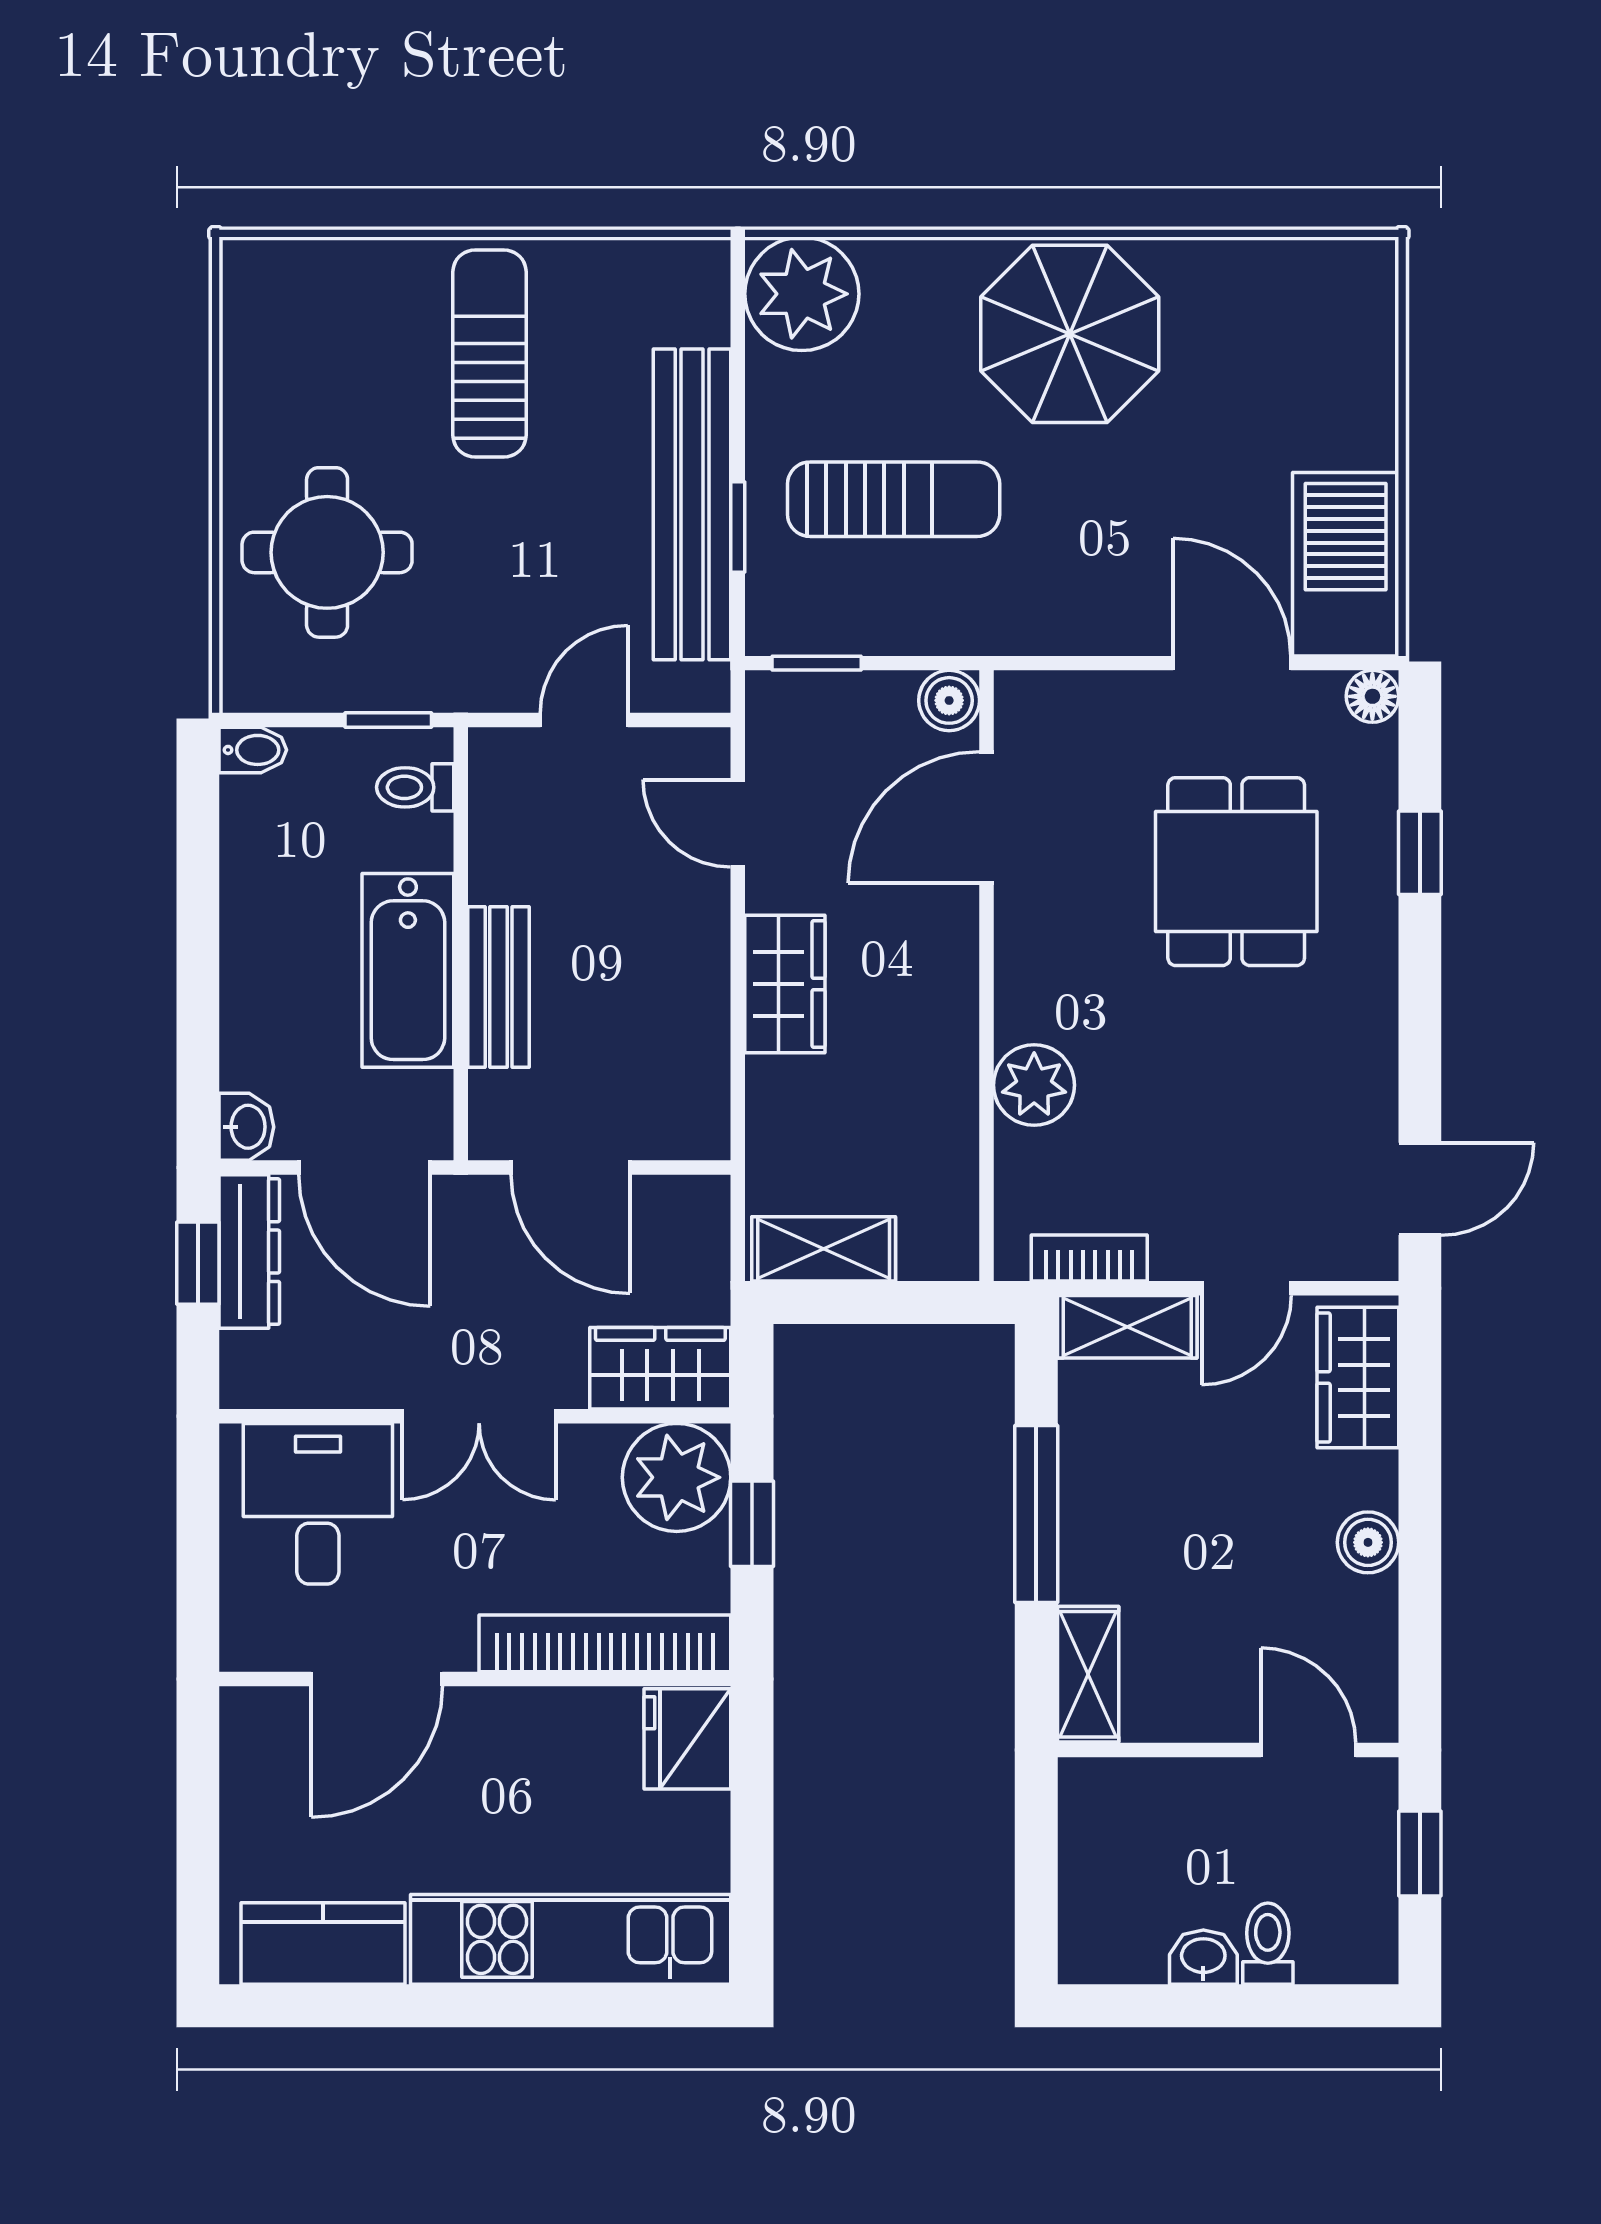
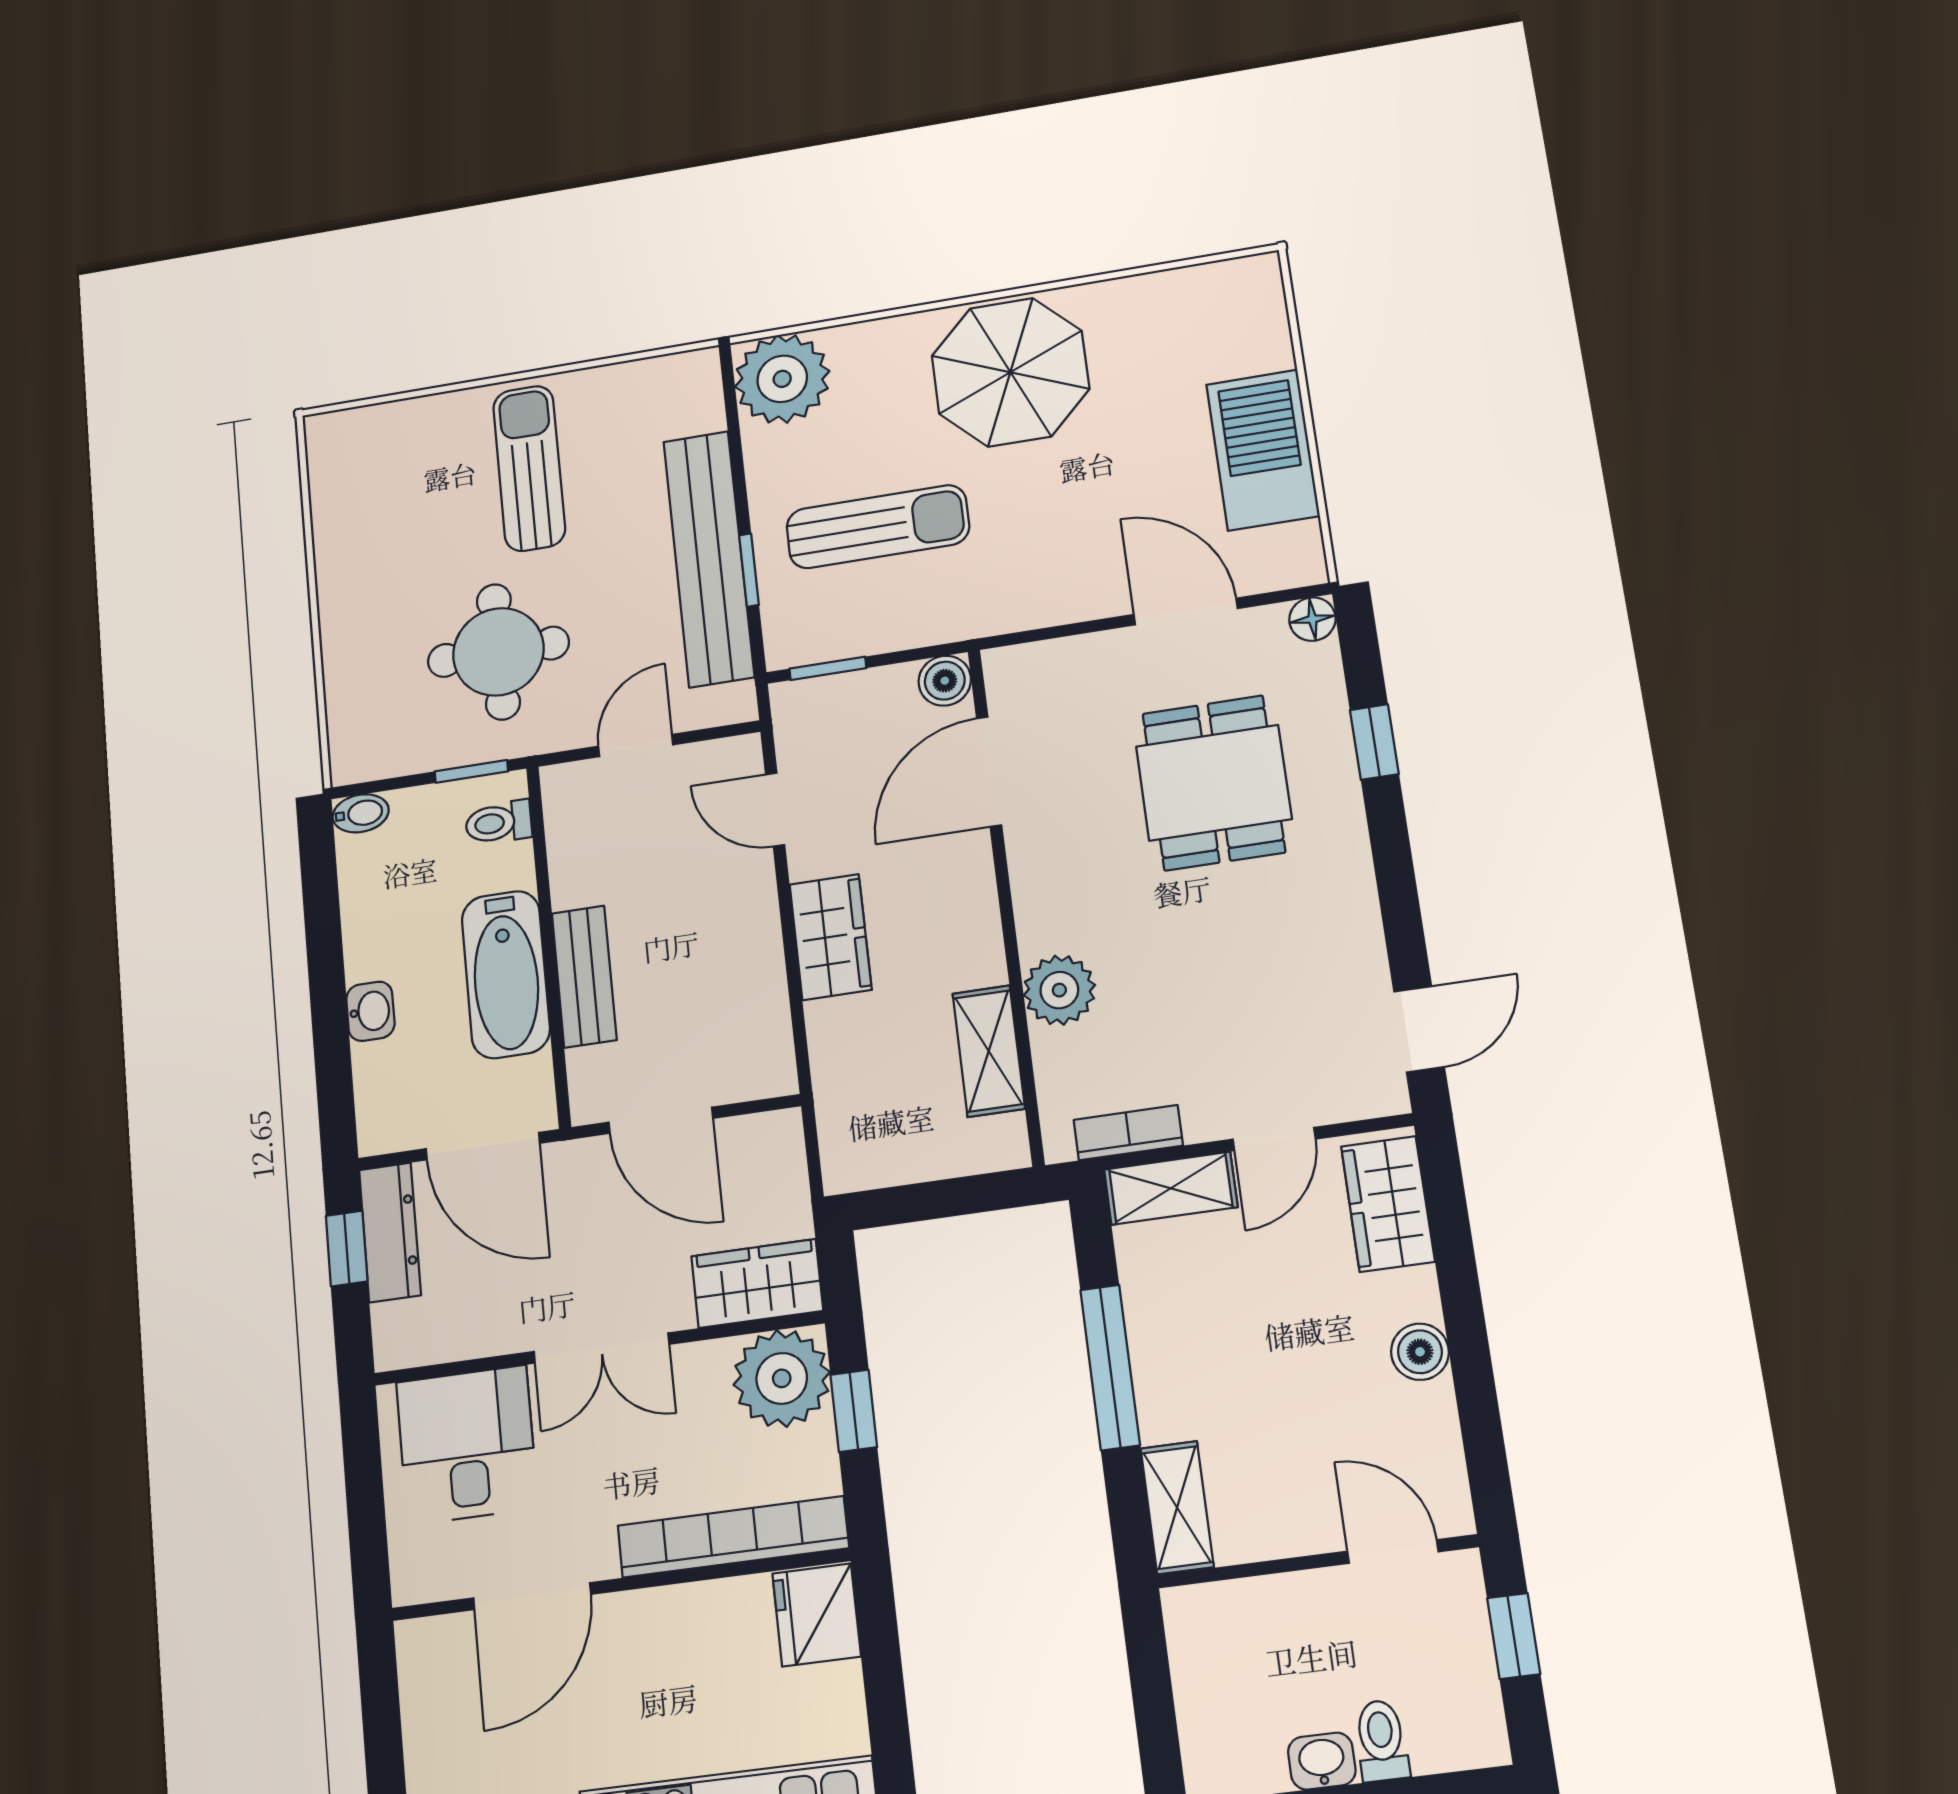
round table: (327, 552) -> (498, 652), moved
barbecue: (1346, 564) -> (1263, 450), moved
washbasin: (246, 1127) -> (370, 1011), moved
shelving: (824, 1249) -> (989, 1051), moved, turned 90

